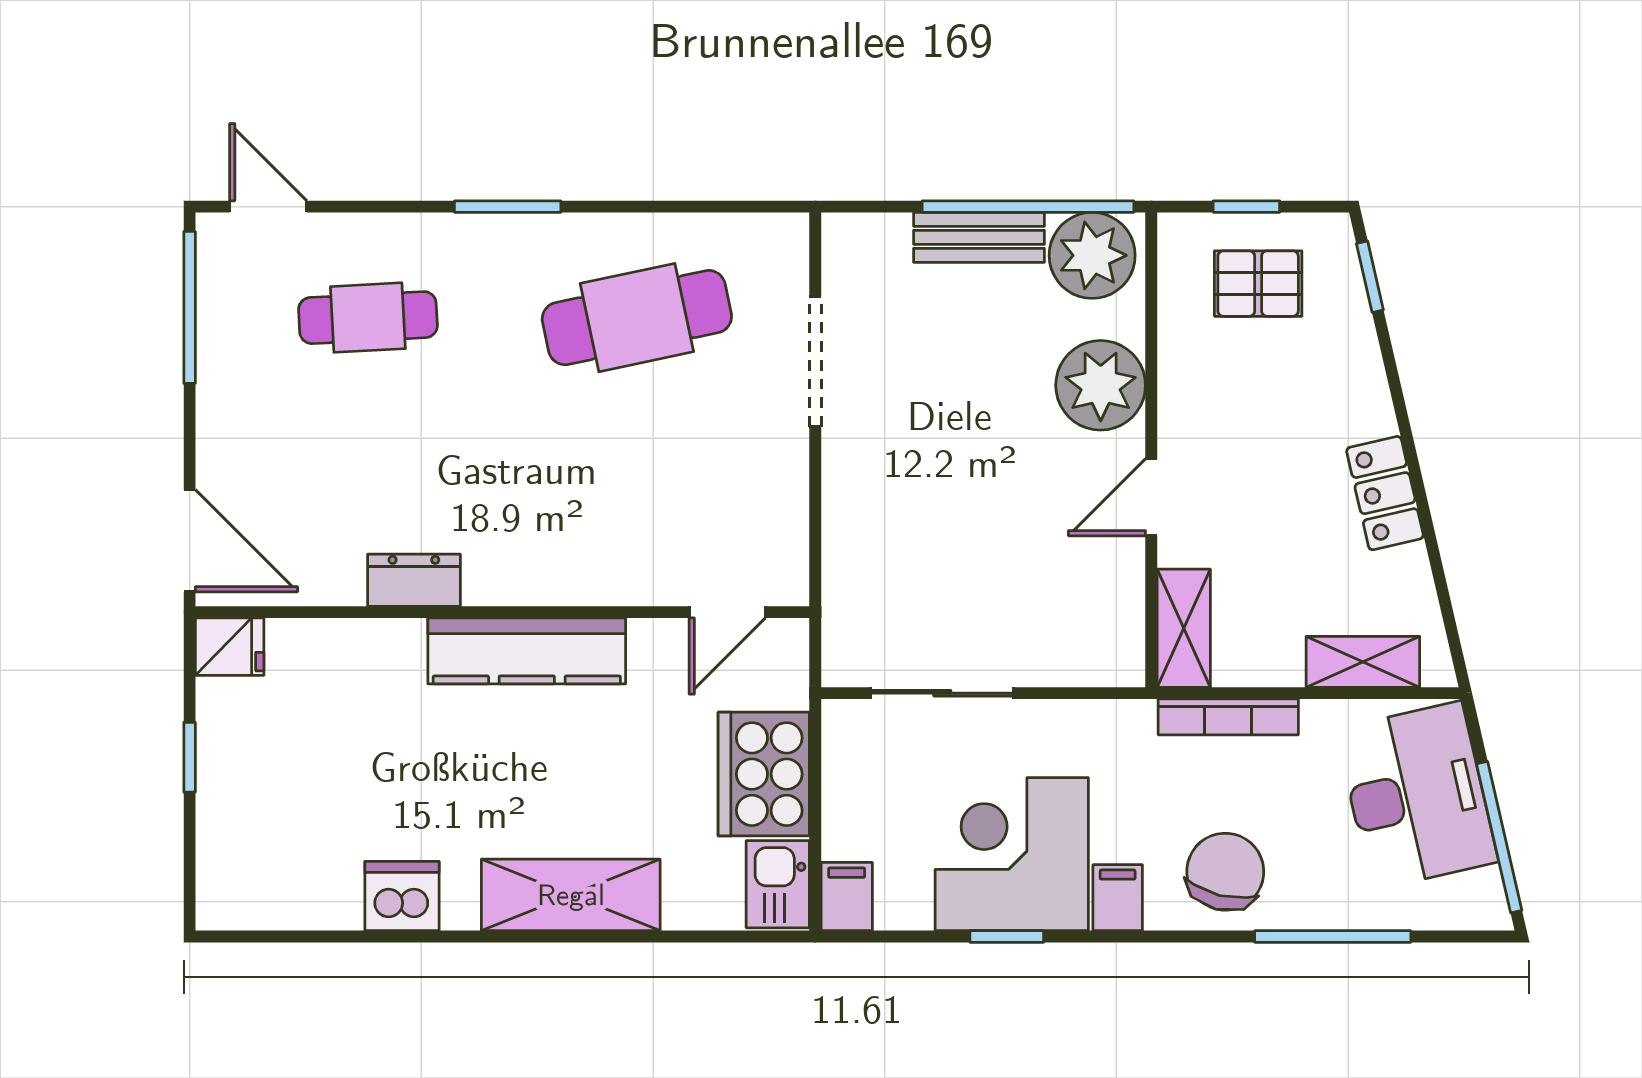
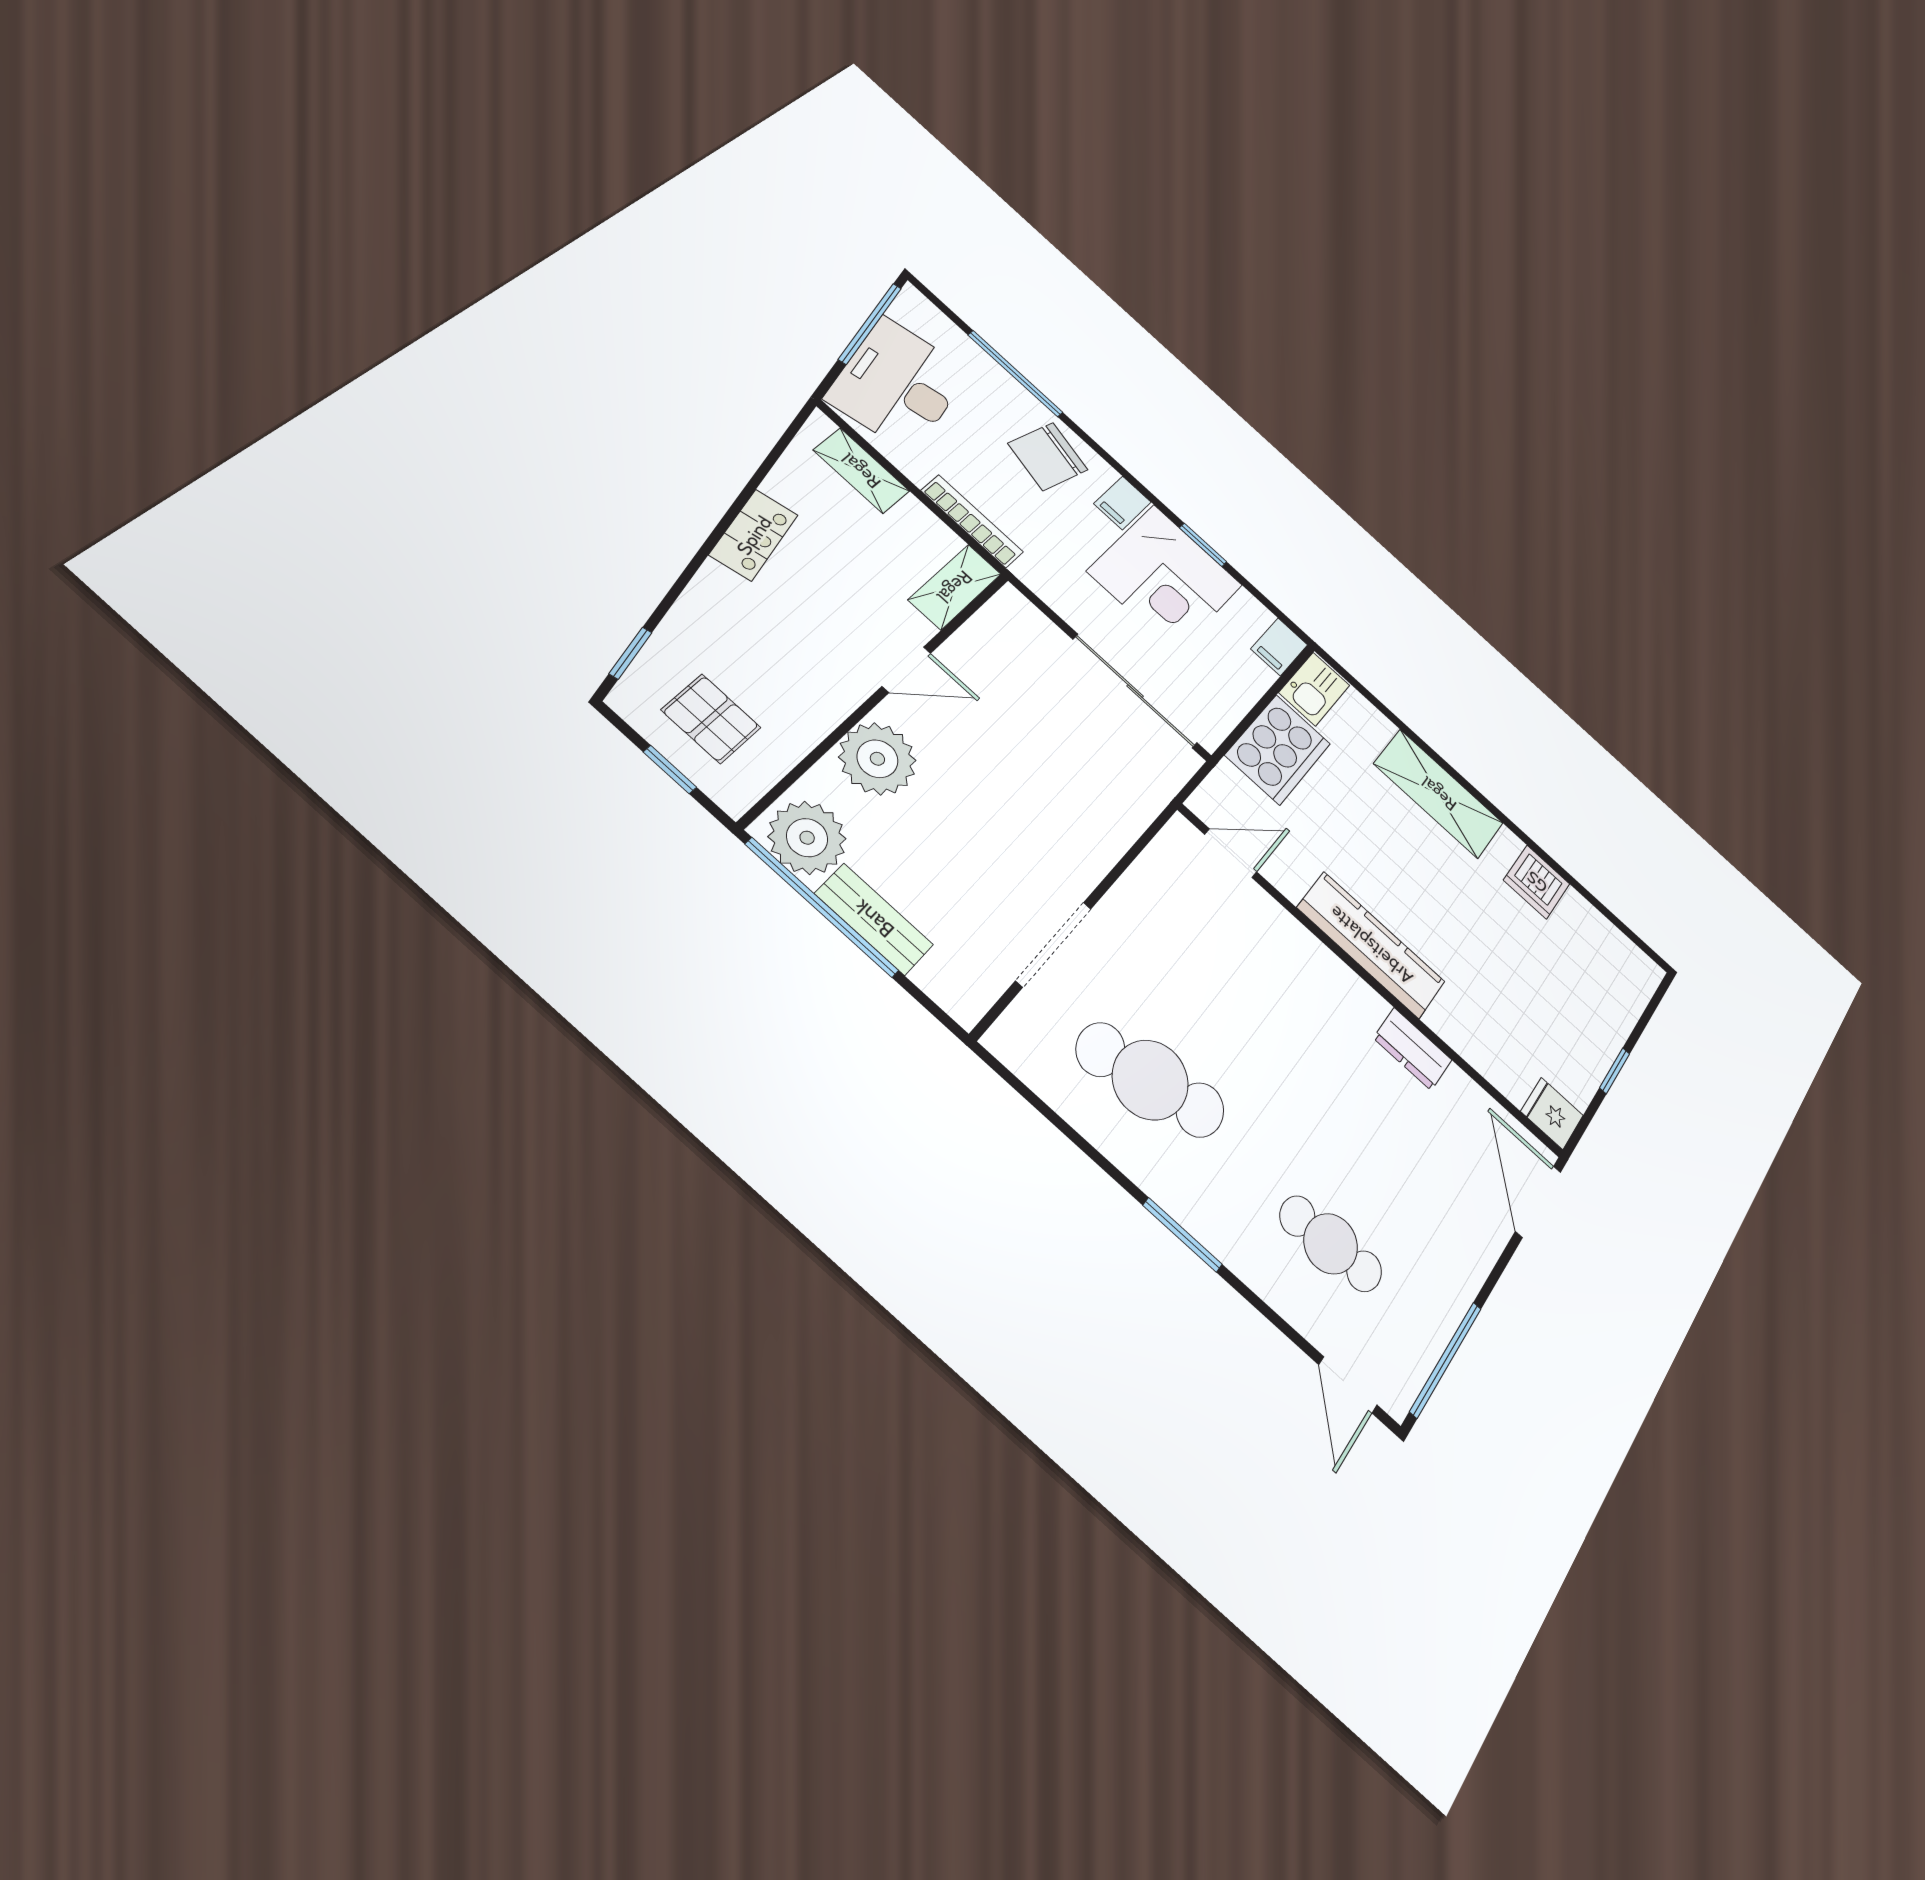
sliding door: (942, 693) -> (1135, 691), width x1.37

